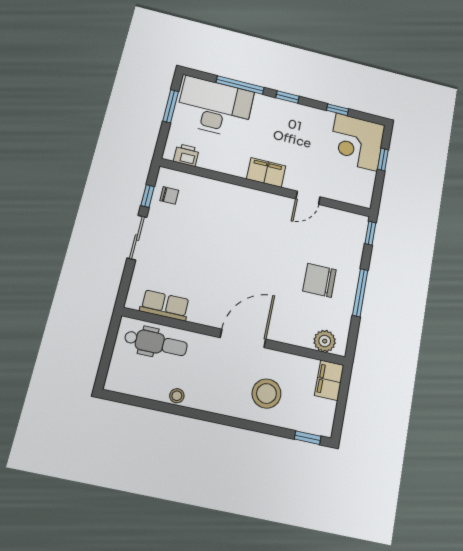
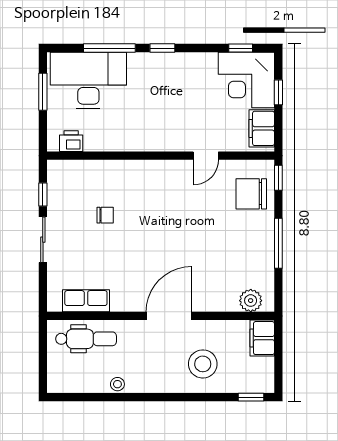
window: (337, 110) -> (241, 48), moved
filing cabinet: (266, 172) -> (262, 128), moved, turned -90
chair: (169, 195) -> (105, 215), moved
chair: (319, 280) -> (251, 194), moved

